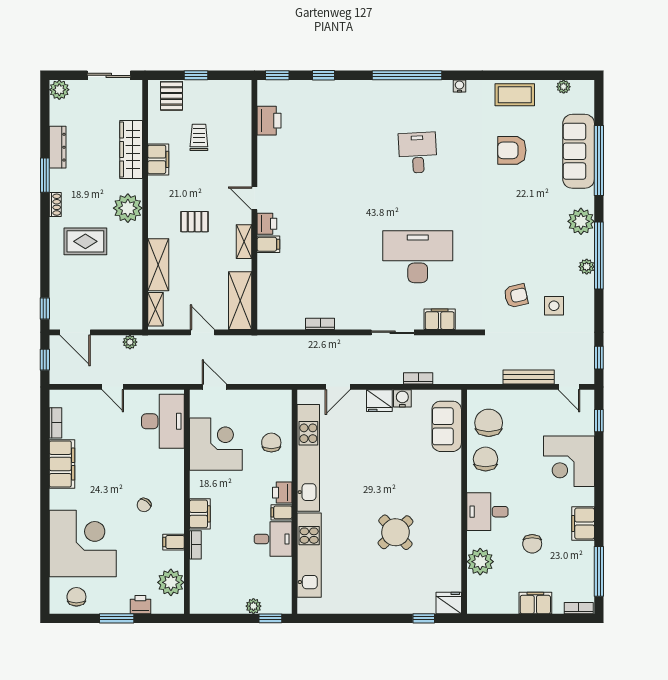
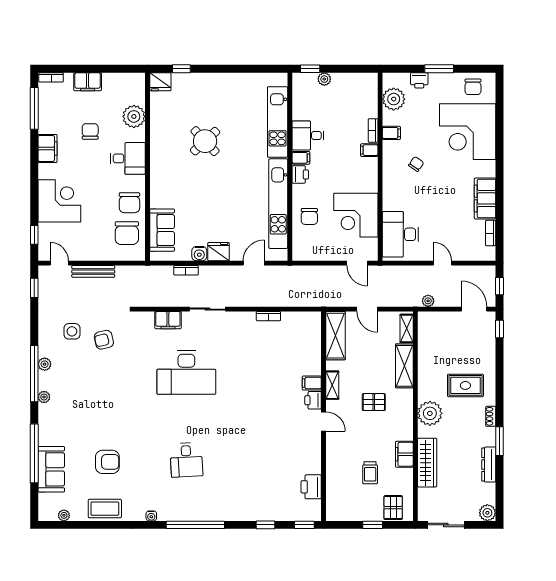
sofa: (579, 151) -> (51, 469), width x0.73
plant: (581, 221) -> (44, 397), width x0.53, depth x0.53
filing cabinet: (200, 514) -> (369, 150), width x0.50

